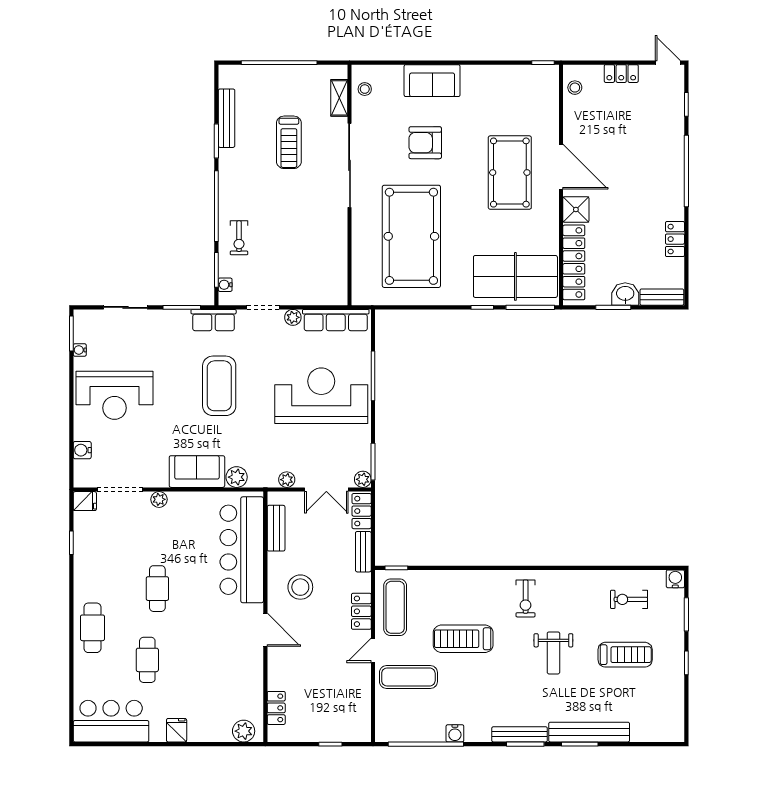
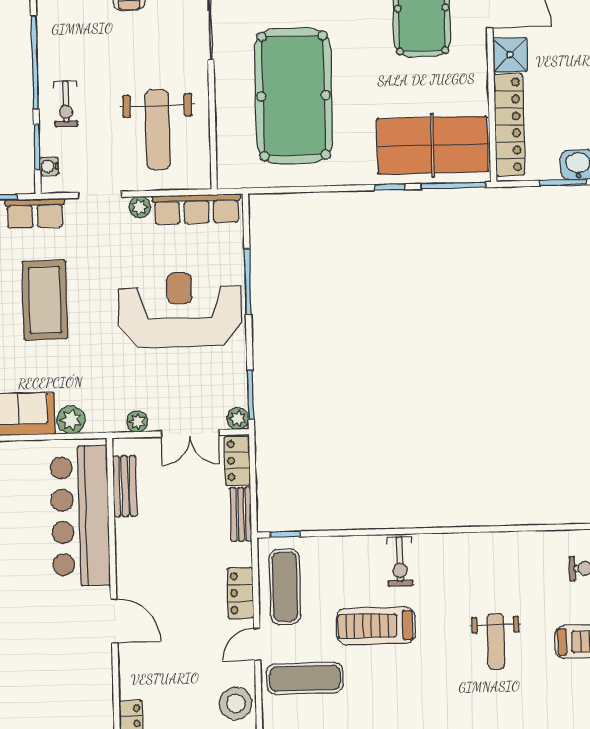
weight bench: (308, 259) -> (158, 130), added
stool: (300, 587) -> (236, 703), moved
exercise bike: (526, 598) -> (400, 562), moved

